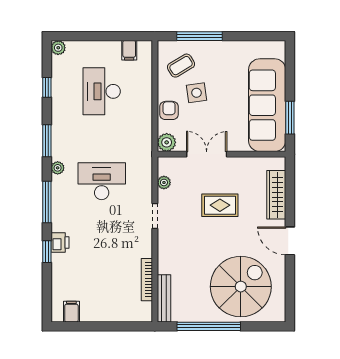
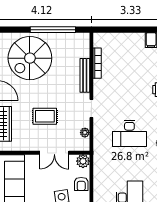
bench: (164, 298) -> (85, 75), moved

